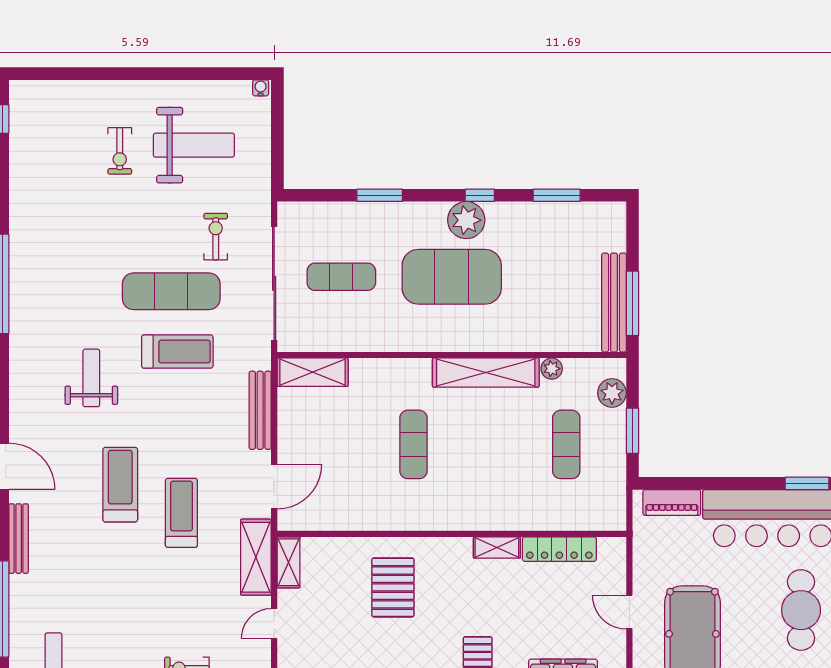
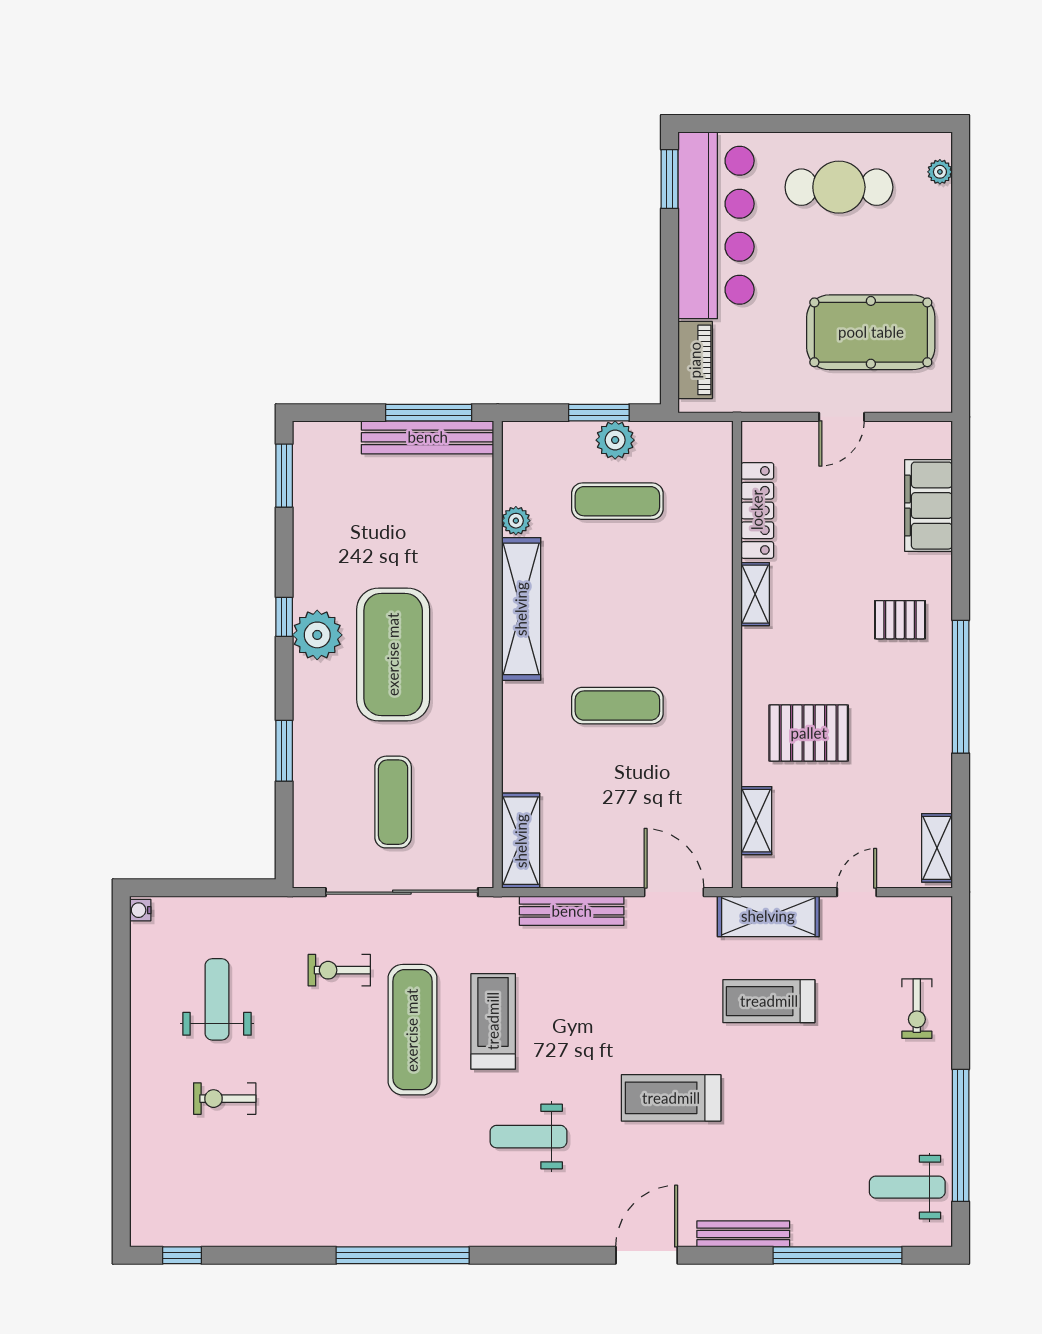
weight bench: (194, 145) -> (217, 999), width x0.73, depth x0.75
exercise bike: (120, 151) -> (225, 1099), turned 180
window: (557, 195) -> (284, 476), moved
plant: (612, 393) -> (615, 440), moved
treadmill: (181, 513) -> (769, 1001), moved
shelving: (289, 562) -> (756, 821), moved, turned 90
door: (274, 623) -> (857, 892), swing flipped

